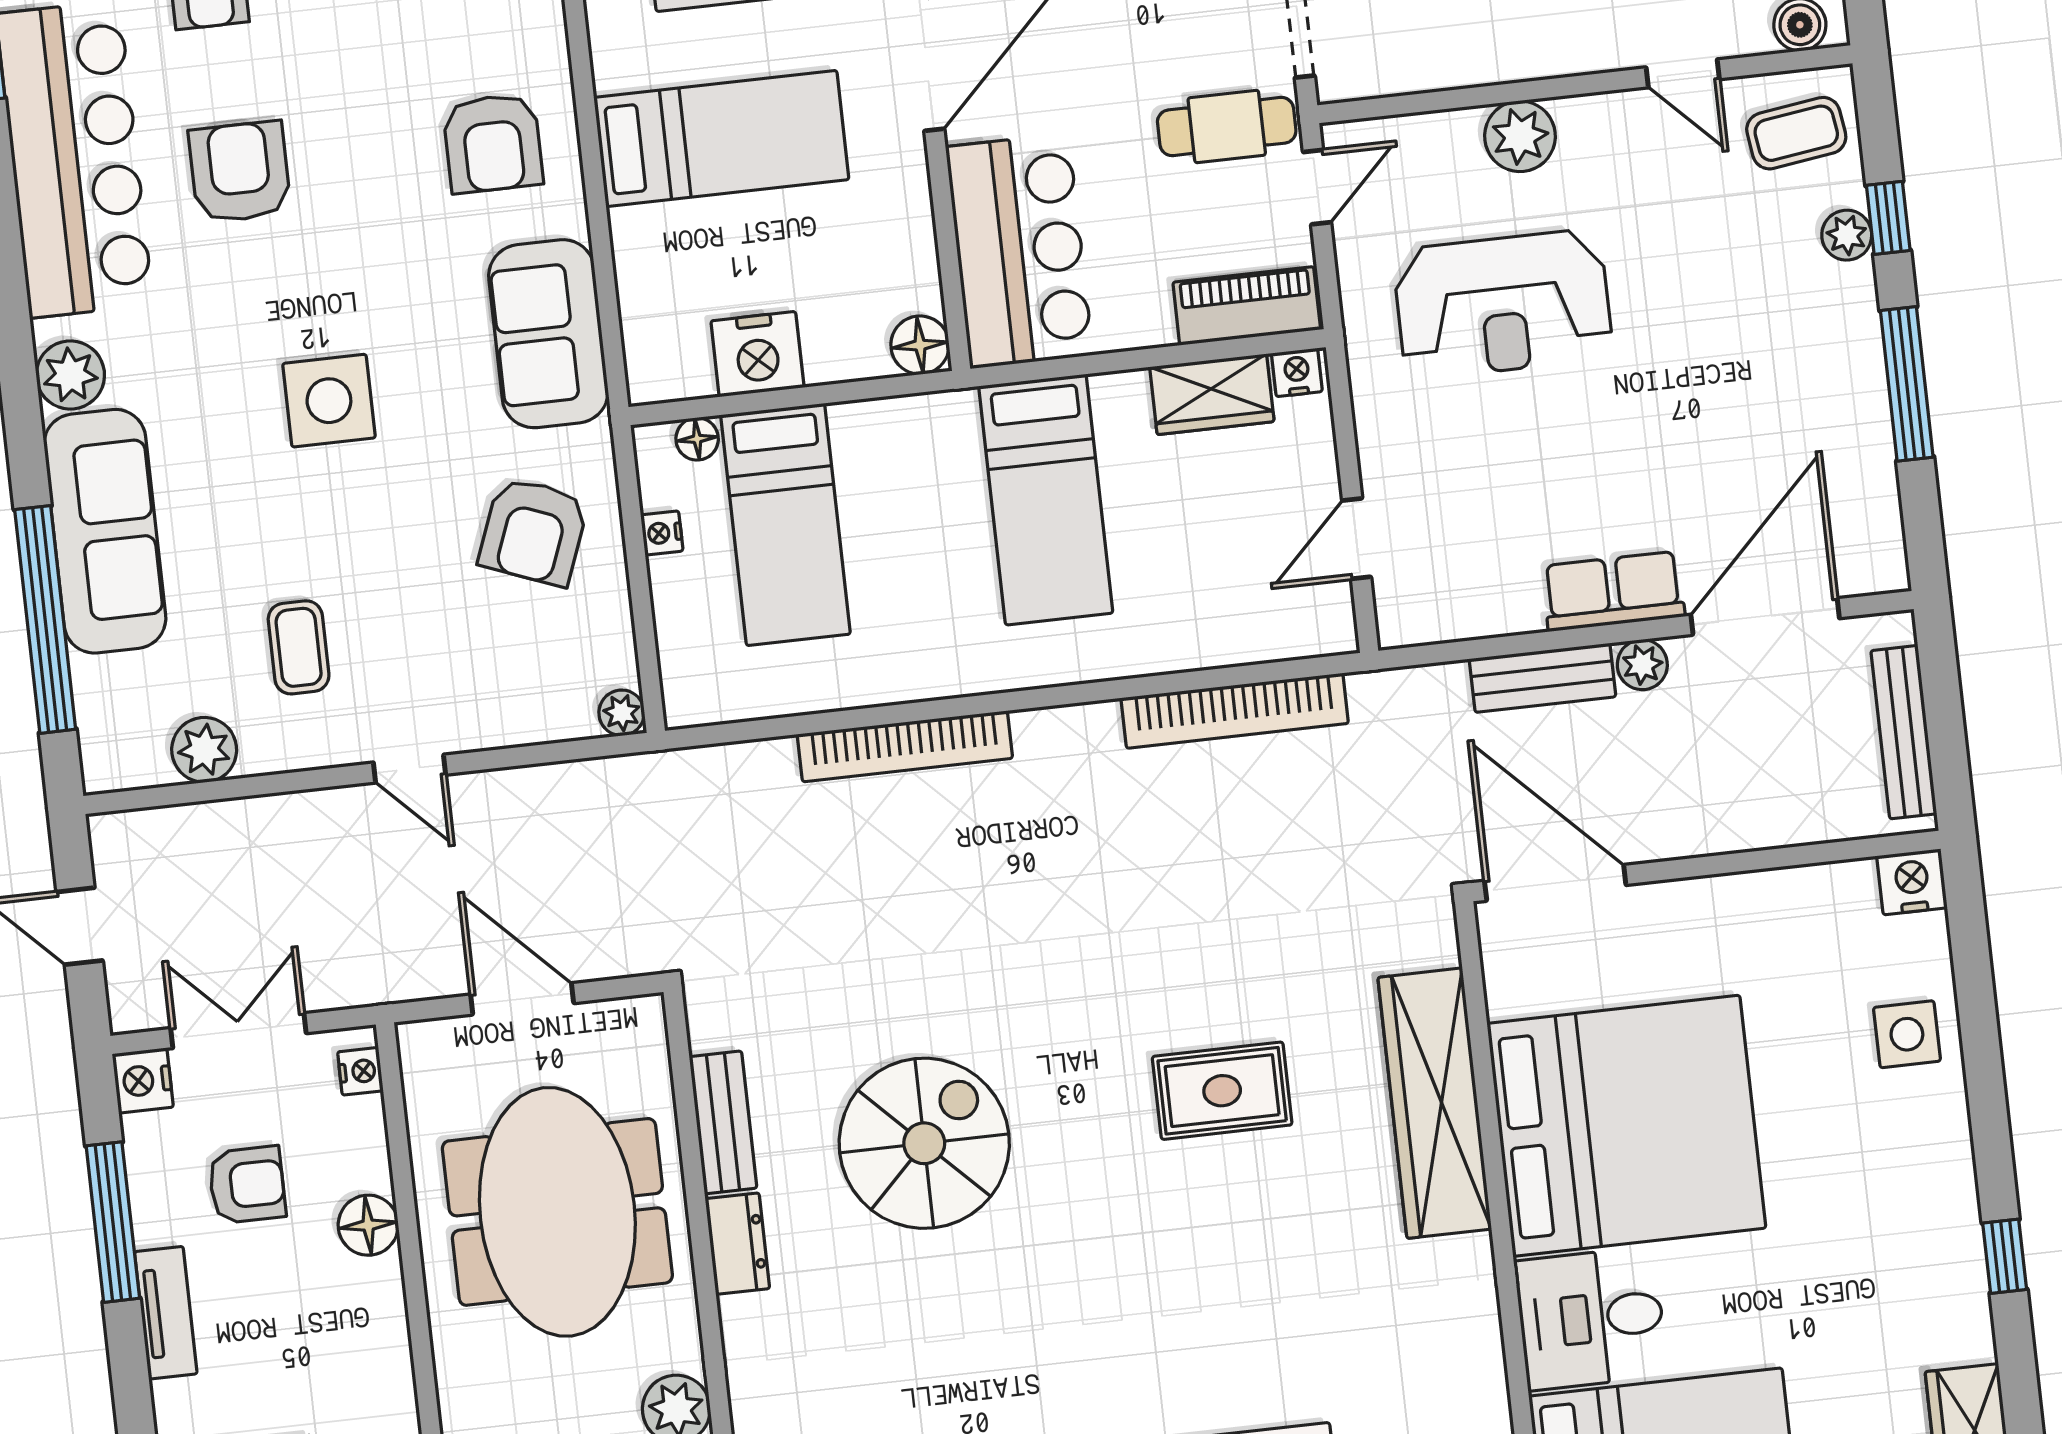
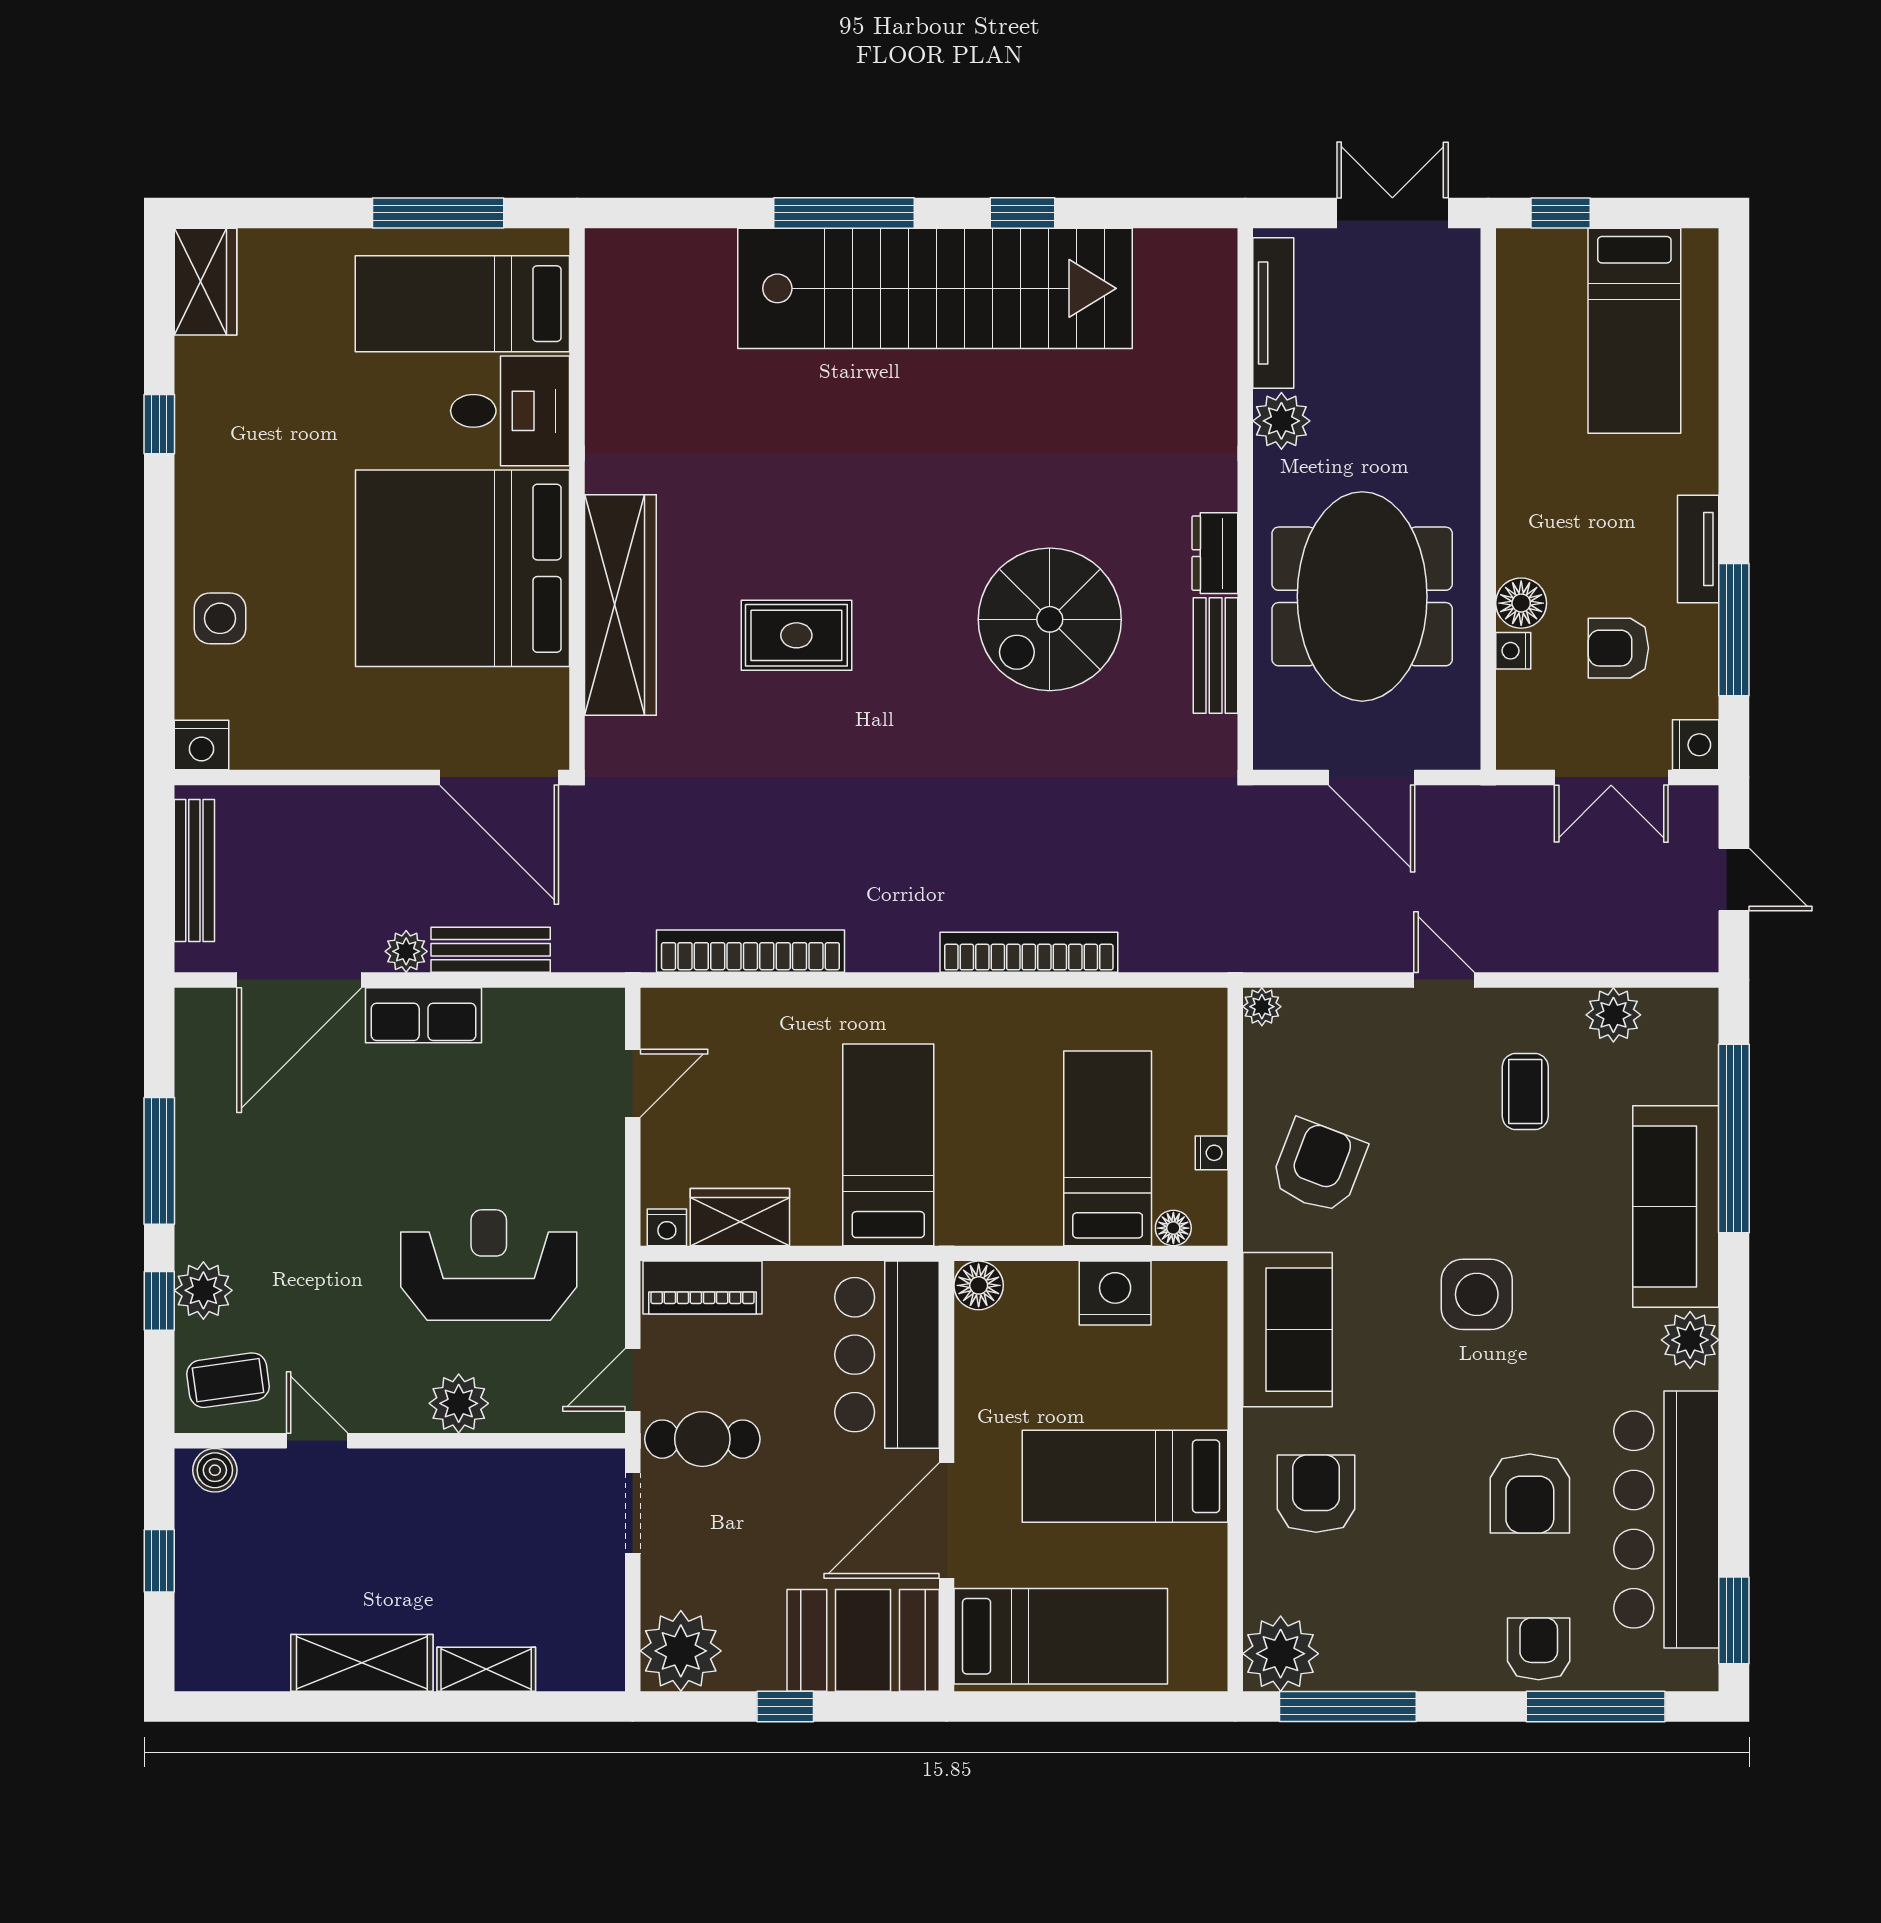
plant: (1847, 235) -> (203, 1290), width x1.38, depth x1.38
nightstand: (360, 1071) -> (1513, 651), moved

